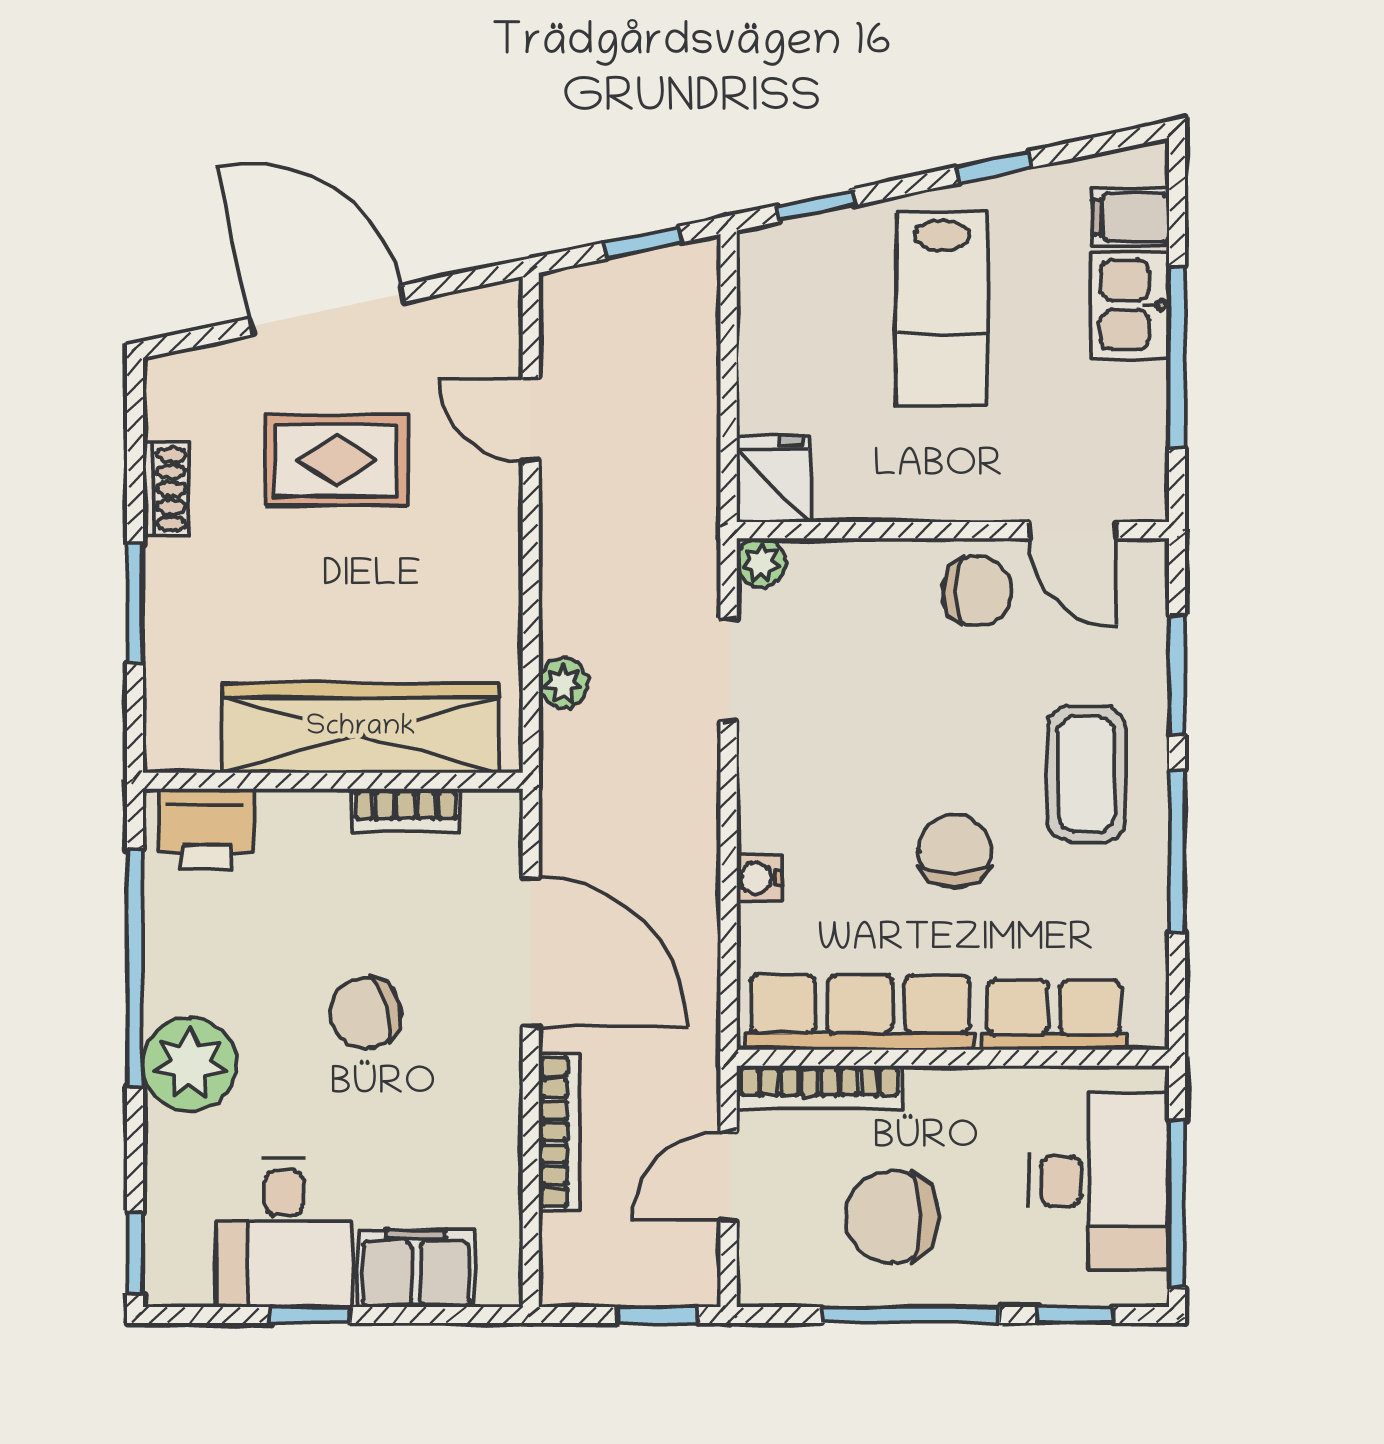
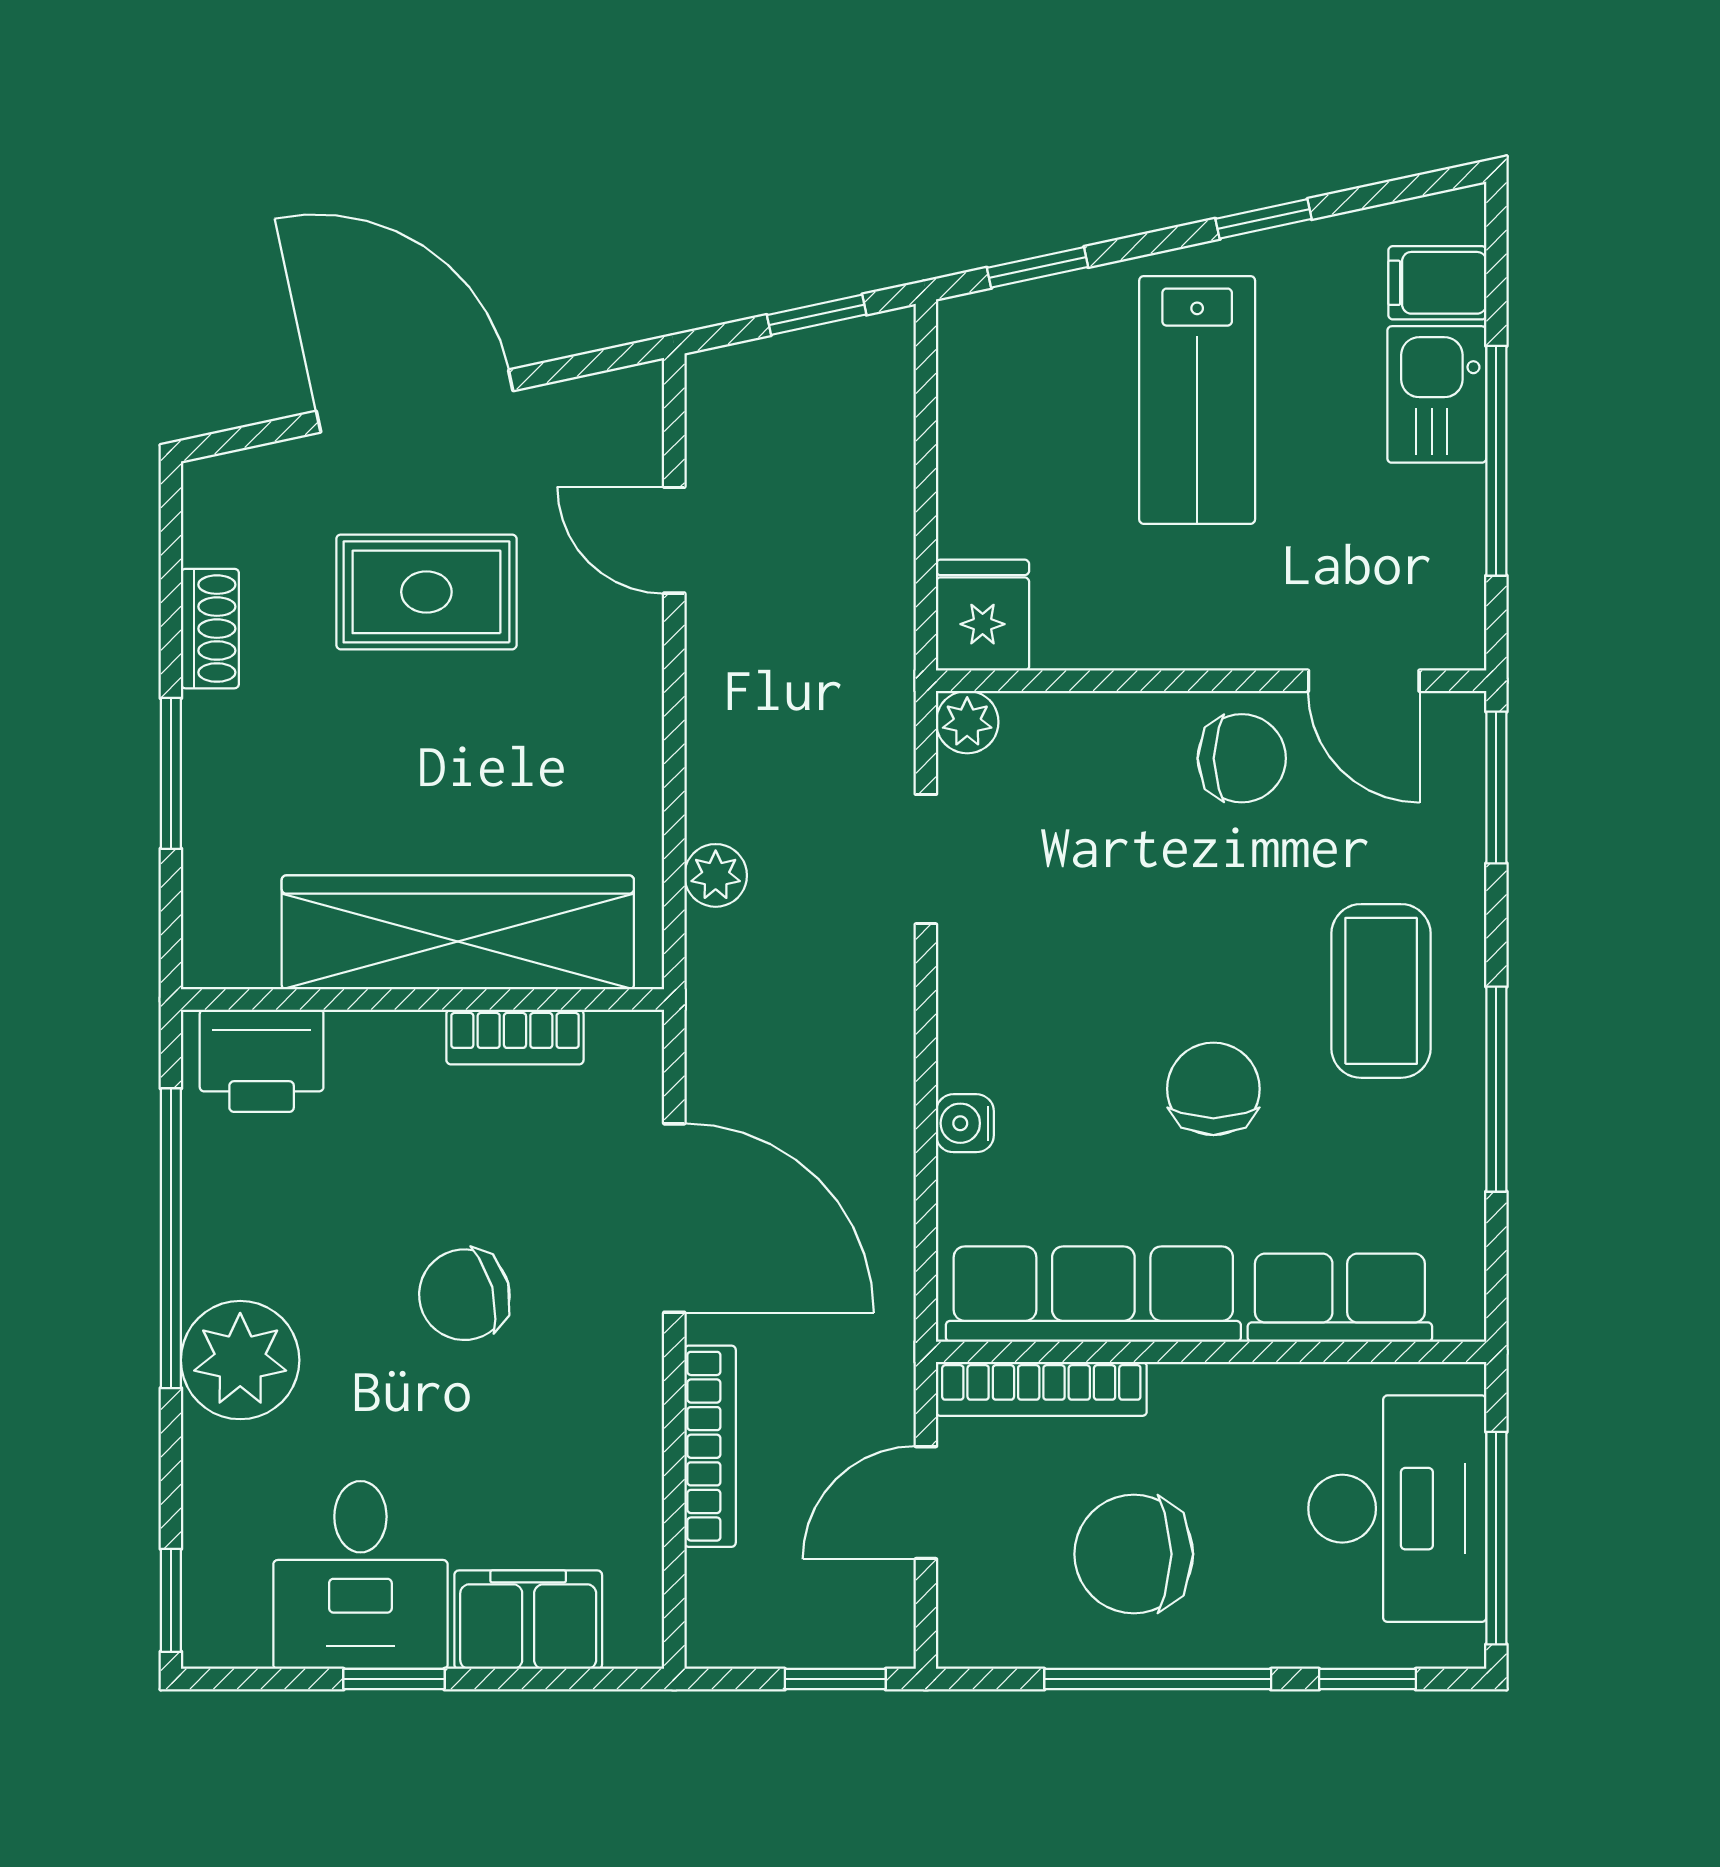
window: (1177, 675) -> (1496, 788), moved

